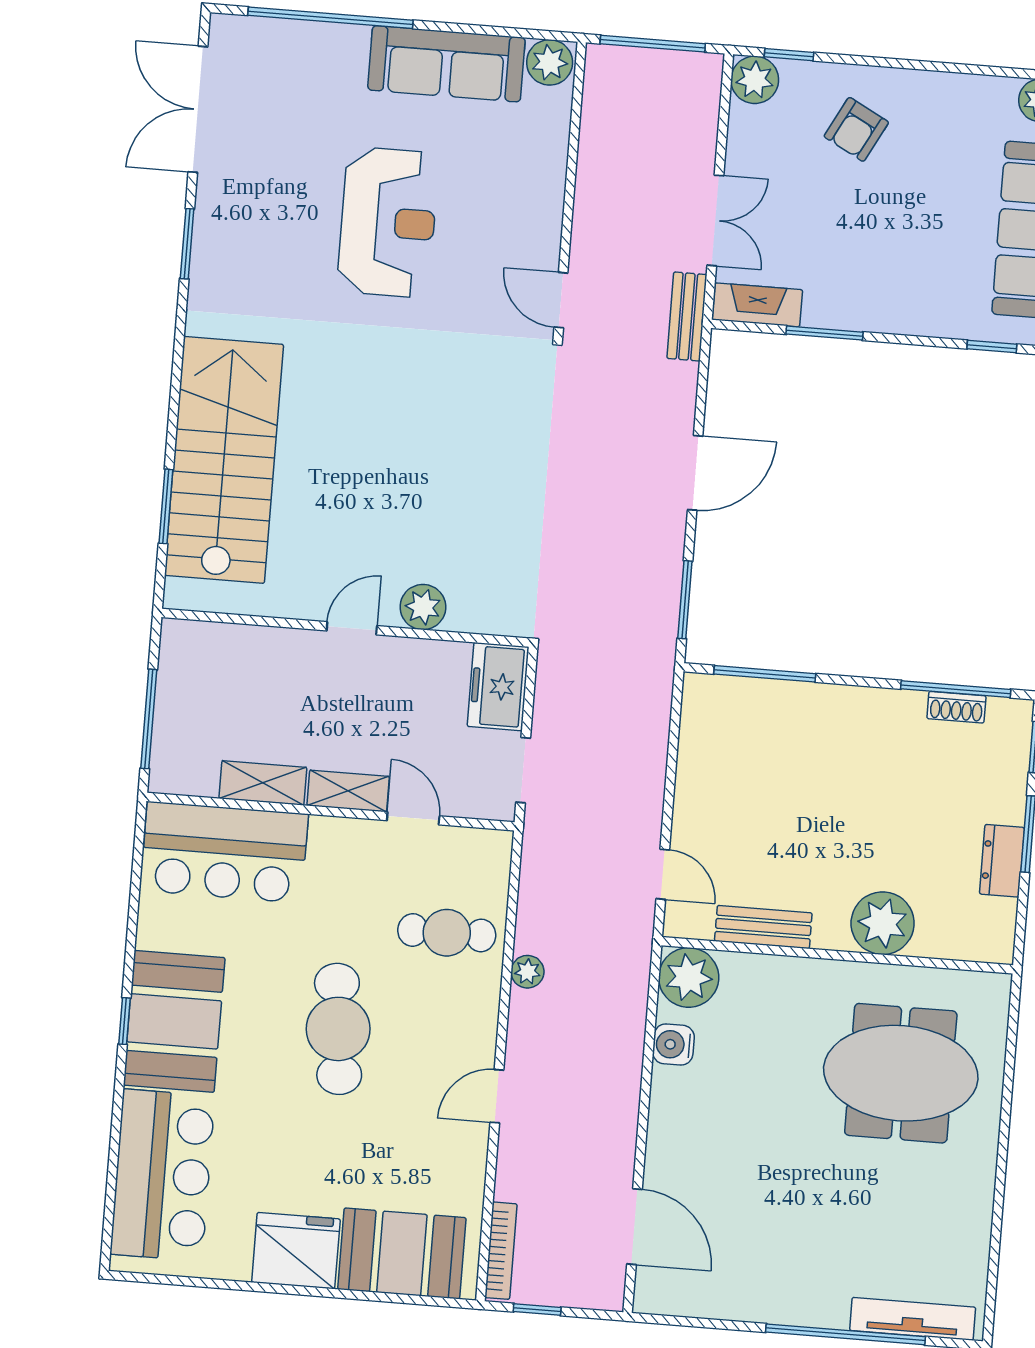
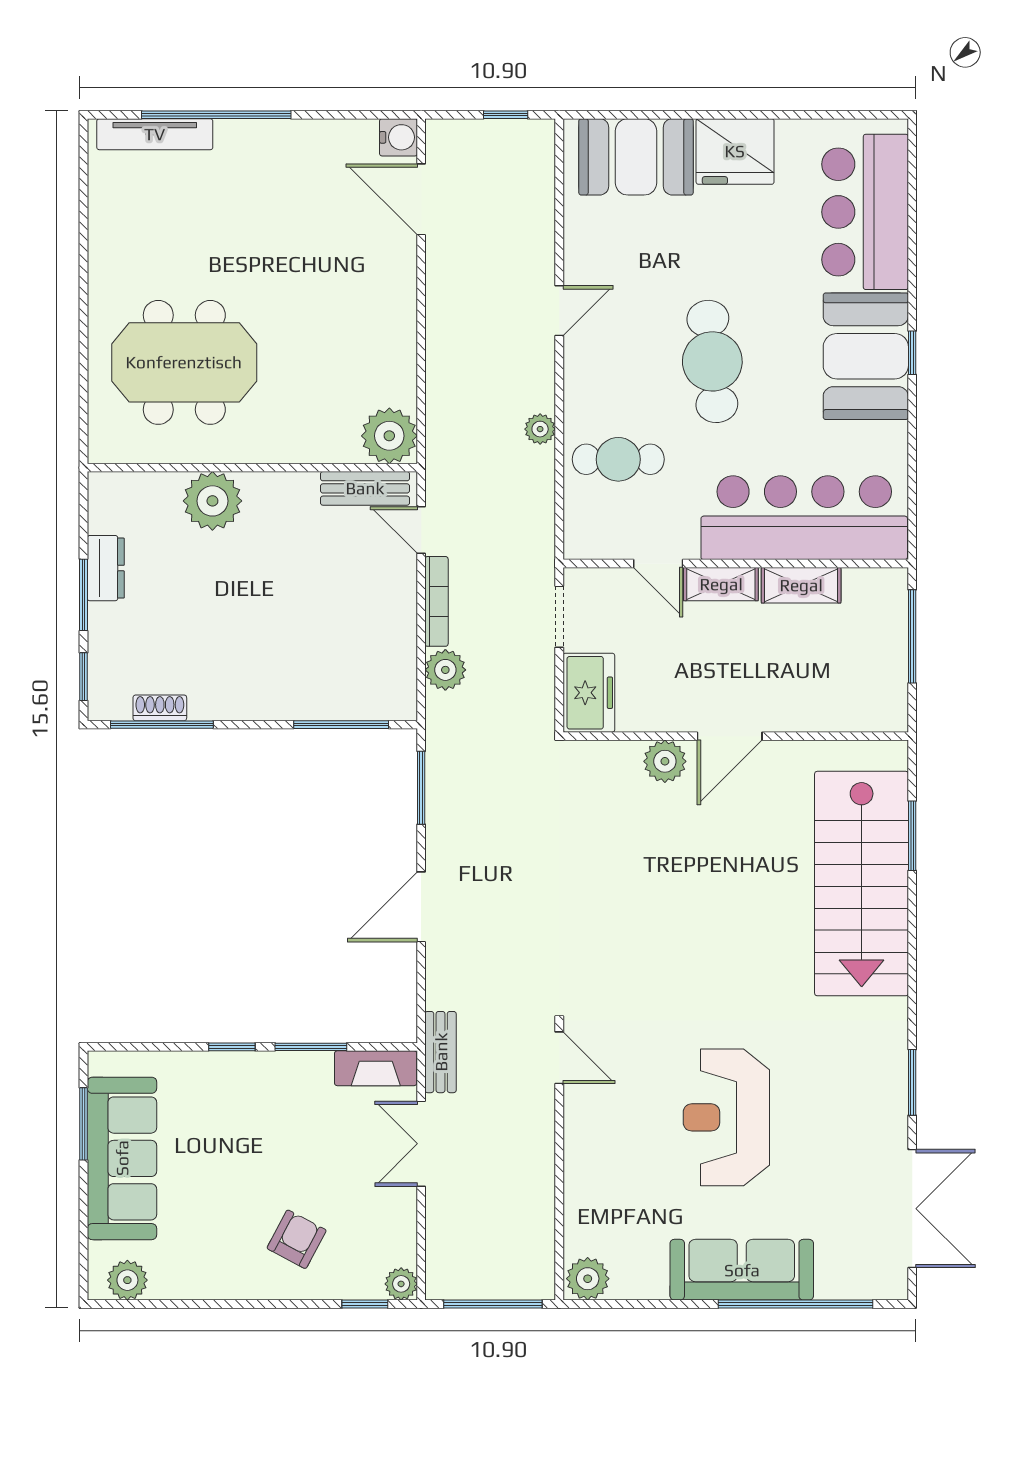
sofa: (446, 64) -> (742, 1270), moved
plant: (755, 80) -> (401, 1284), width x0.73, depth x0.73
window: (992, 347) -> (232, 1047), moved
door: (352, 628) -> (730, 736), width x1.38
plant: (649, 723) -> (445, 670), added
bar counter: (224, 852) -> (804, 518), width x1.36
bench: (763, 927) -> (365, 488), moved
water cooler: (673, 1045) -> (398, 137), moved
bookcase: (501, 1251) -> (436, 601), moved, turned 180

